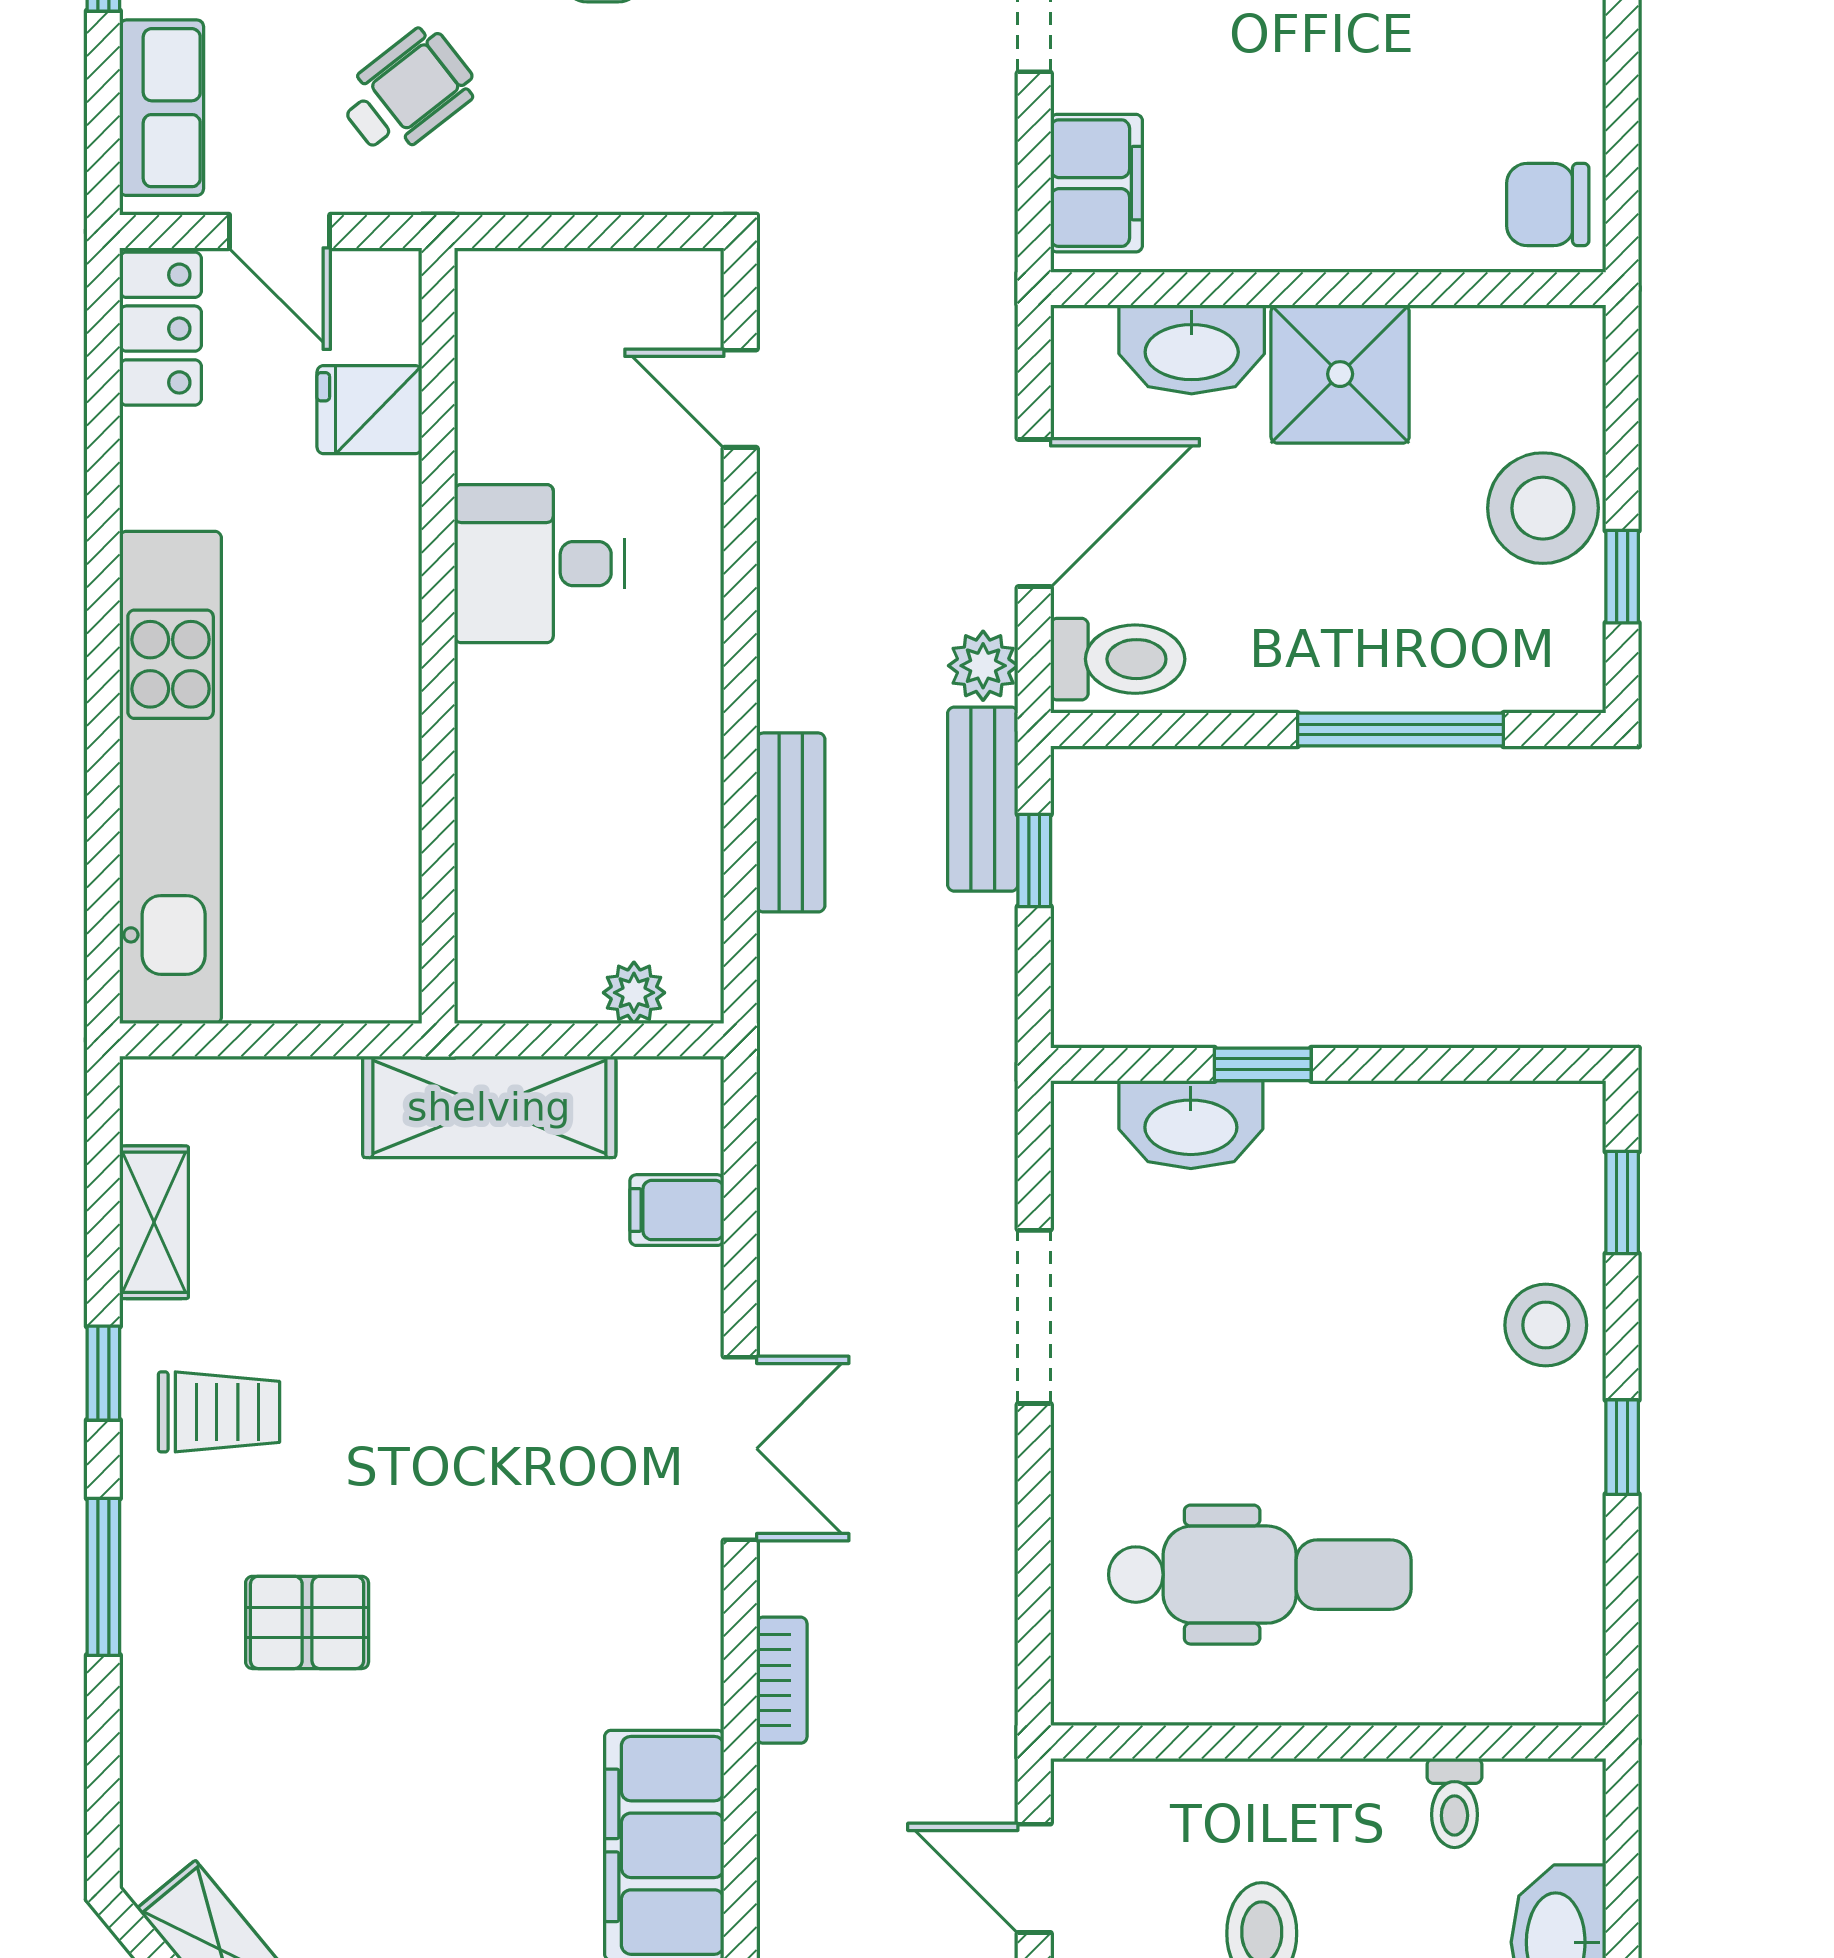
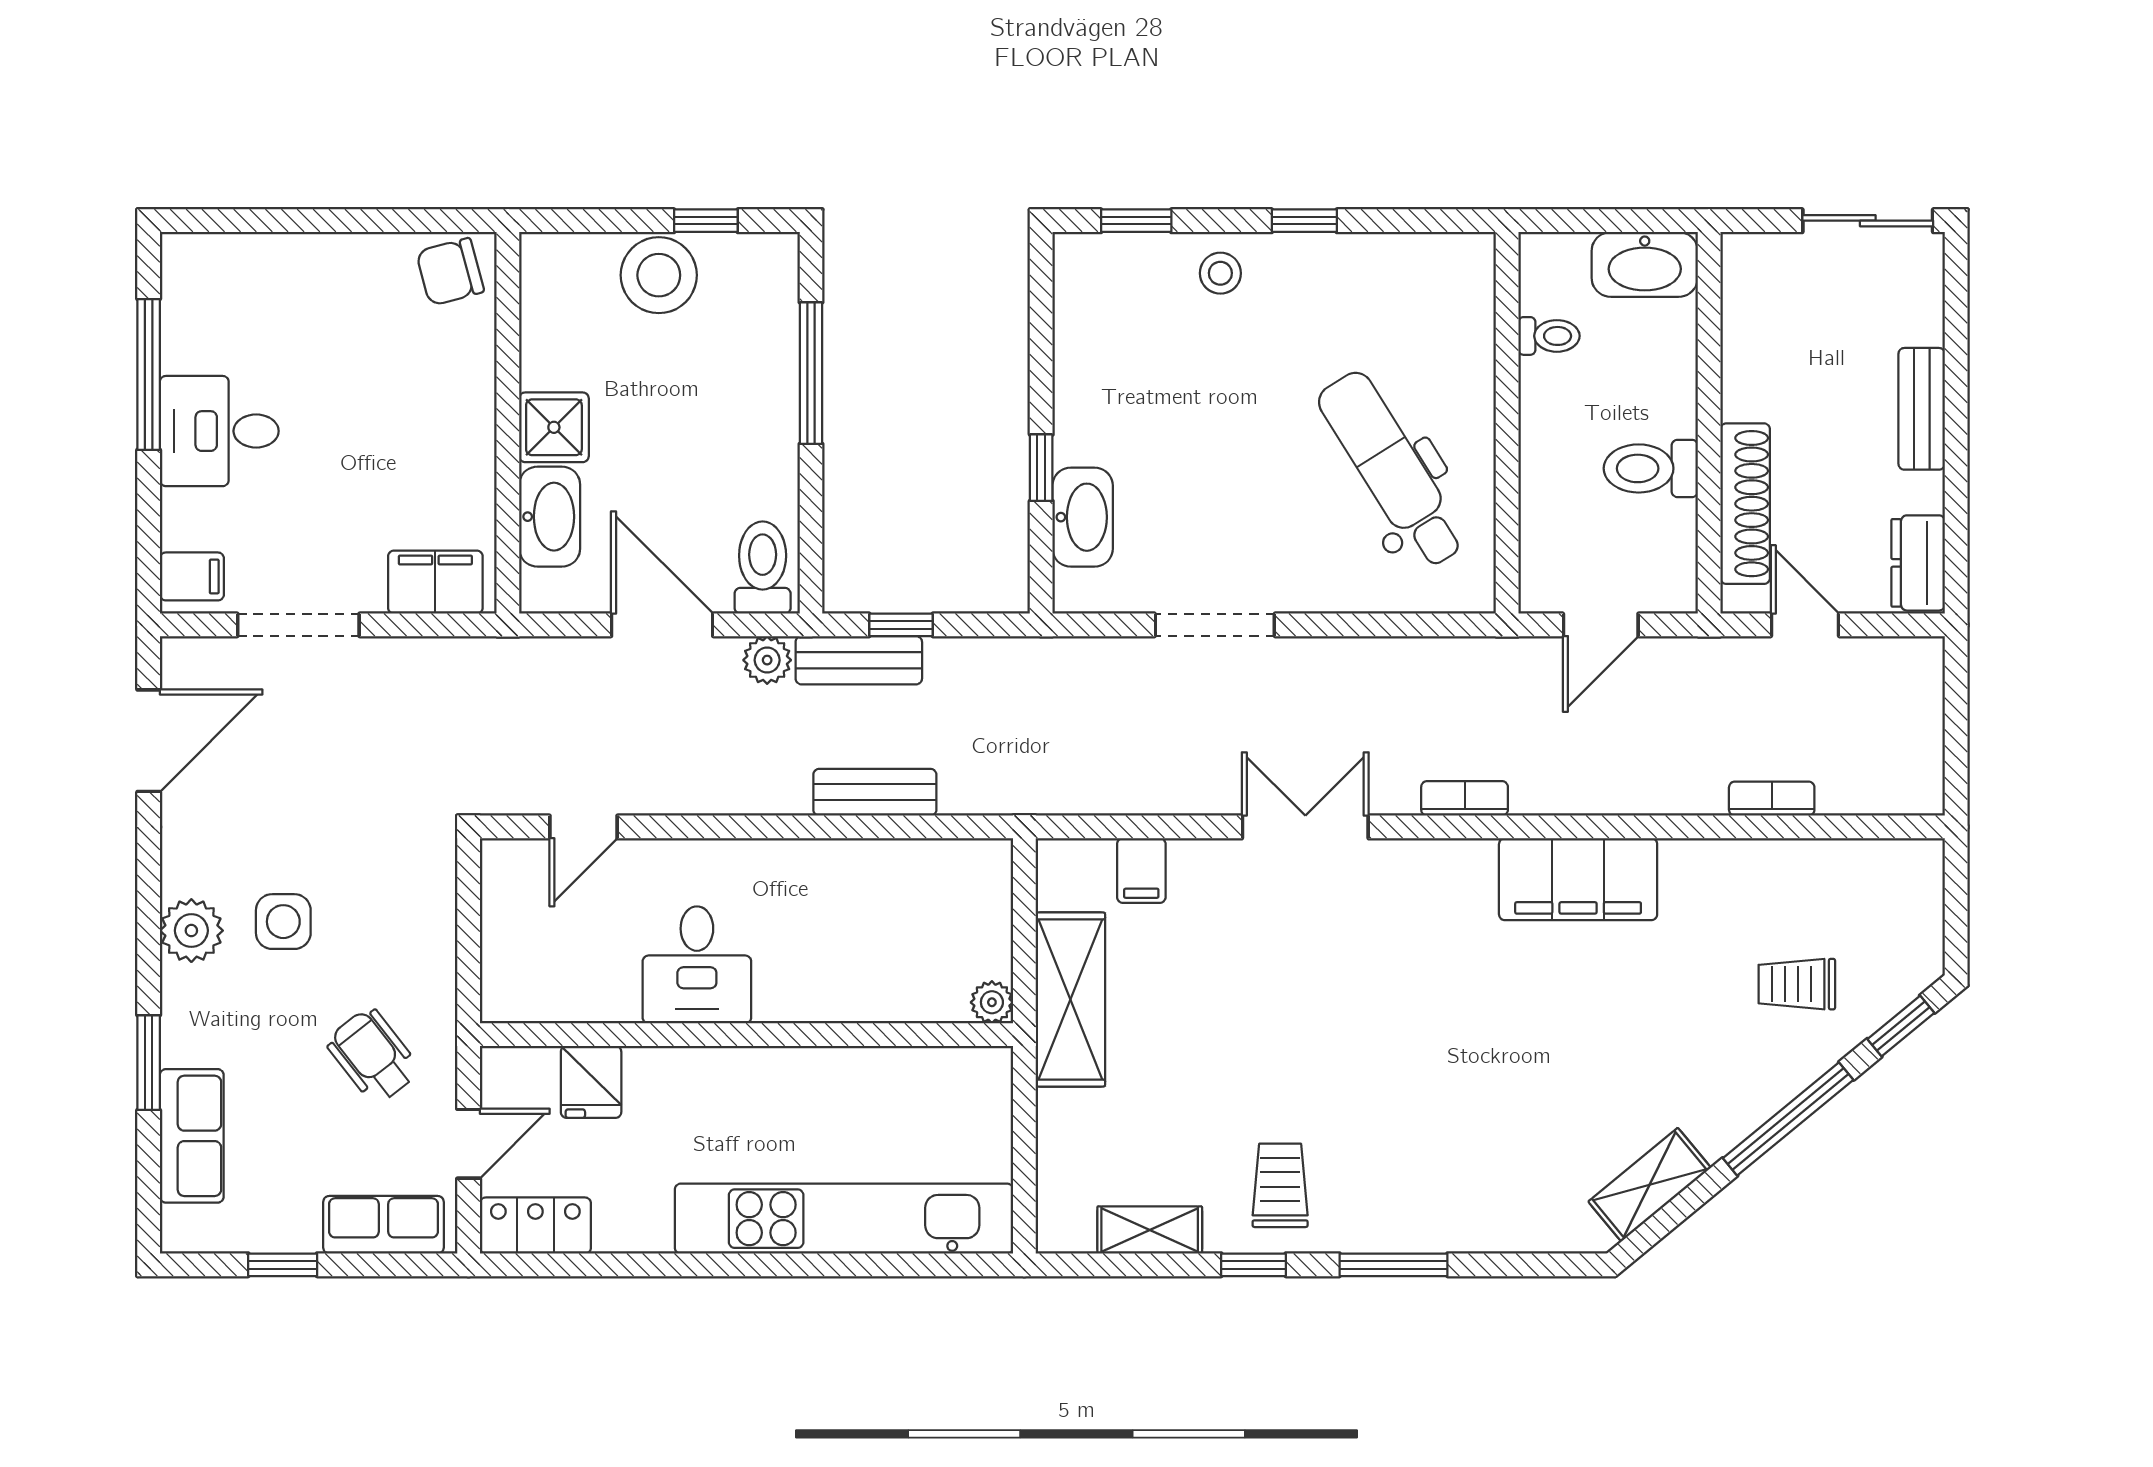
chair: (1548, 204) -> (450, 272), turned 75
shower: (1340, 374) -> (554, 427), width x0.73, depth x0.73
plant: (634, 993) -> (992, 1002), moved
stool: (1546, 1325) -> (1220, 273), width x0.73, depth x0.73
dental chair: (1260, 1575) -> (1392, 470), turned -32
pallet: (307, 1622) -> (1425, 1125), removed

